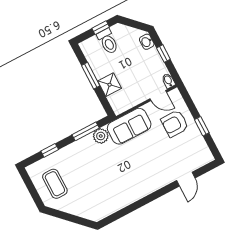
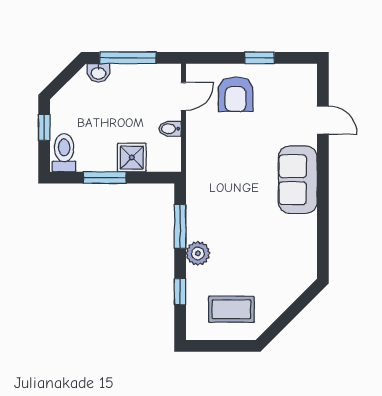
toilet: (108, 41) -> (64, 153), moved, turned -90
window: (163, 54) -> (128, 58), width x2.17
bidet: (168, 81) -> (170, 129), moved
sofa: (129, 126) -> (298, 180), moved, turned 180
plant: (101, 136) -> (198, 253), moved

